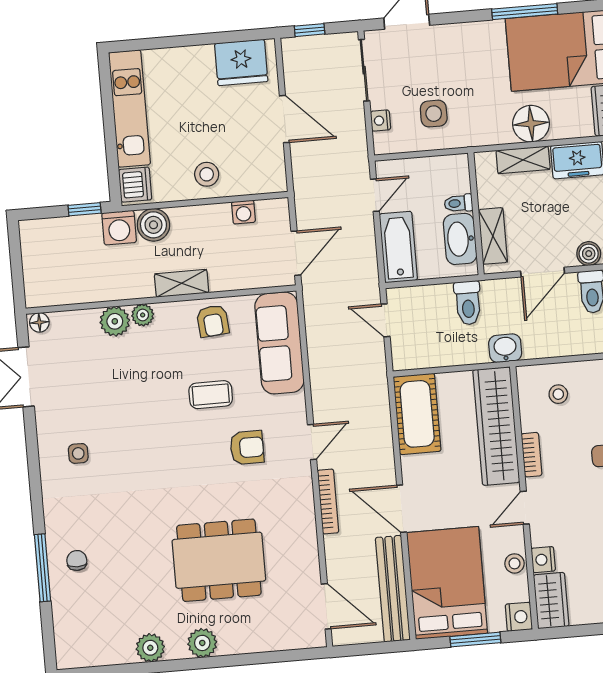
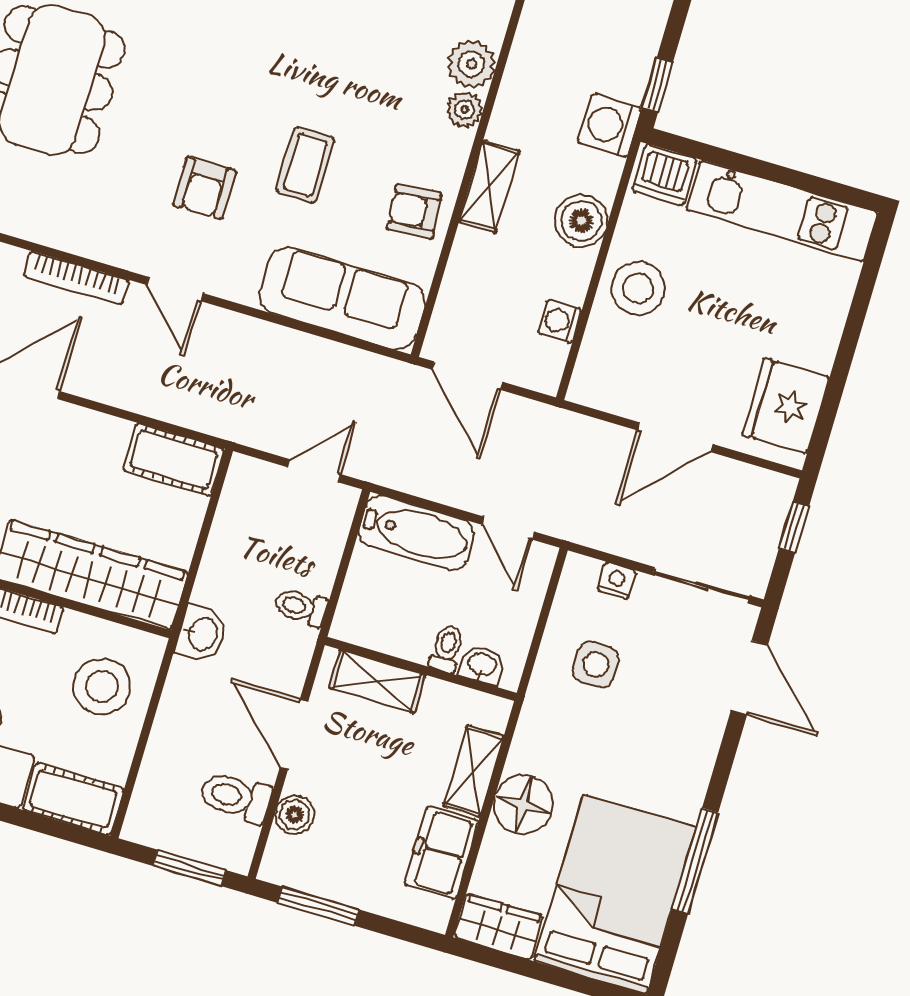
stool: (207, 174) -> (638, 288), width x1.38, depth x1.38
boiler: (153, 225) -> (581, 221), moved
washbasin: (460, 239) -> (482, 665), moved, width x0.52, depth x0.69
toilet: (468, 303) -> (301, 607), width x0.73, depth x0.72
stool: (558, 394) -> (102, 686), width x1.89, depth x1.89
cot: (417, 414) -> (174, 460), width x0.73, depth x0.75

